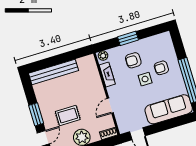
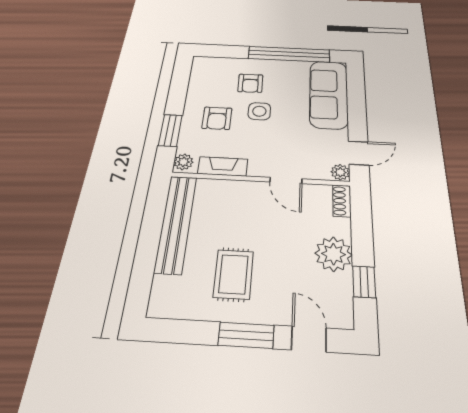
window: (128, 38) -> (170, 130), moved
bench: (54, 72) -> (176, 223), moved
rug: (68, 115) -> (233, 274), moved
plant: (124, 128) -> (340, 172), added

